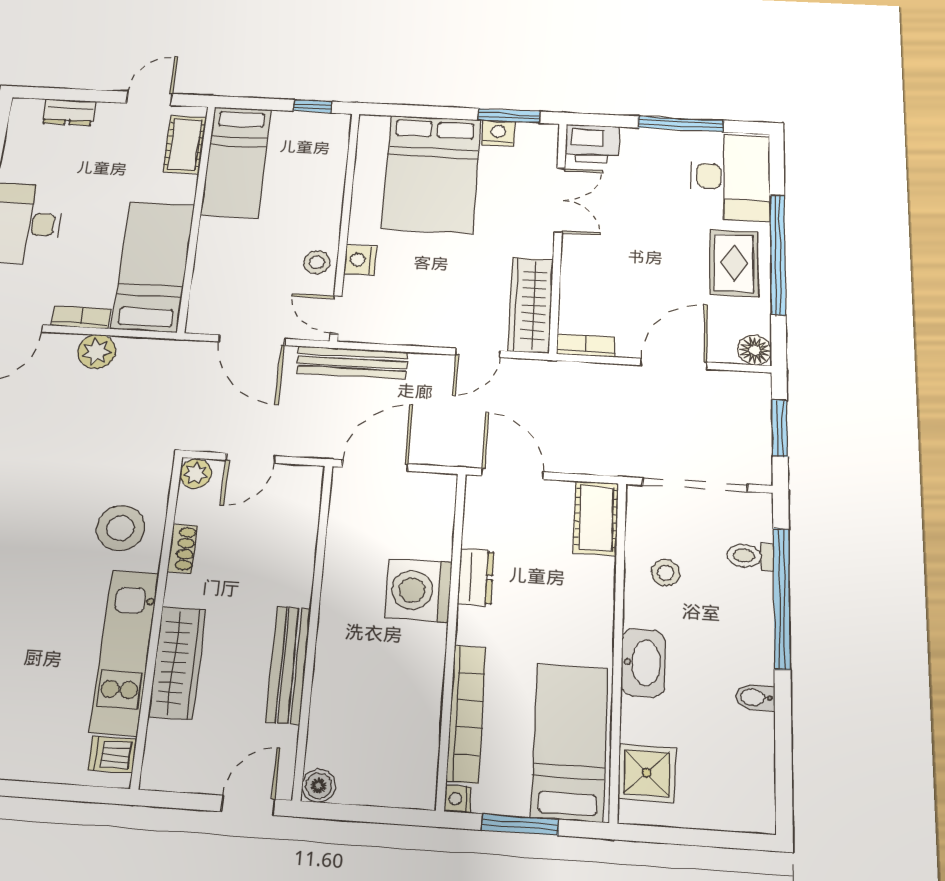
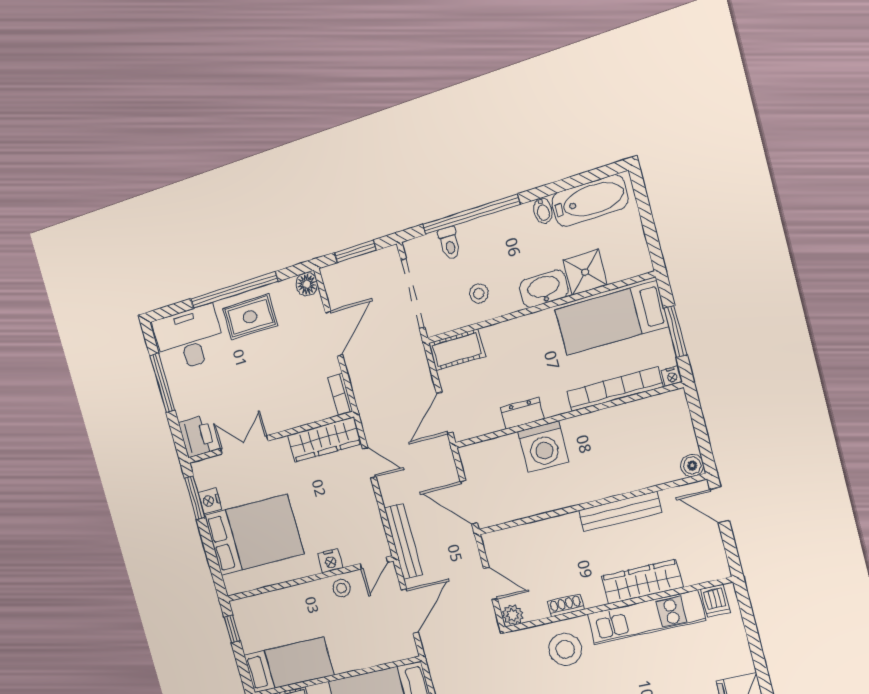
door: (674, 364) -> (334, 334), swing flipped
bathtub: (749, 767) -> (590, 201), added
shower: (647, 773) -> (585, 272), moved

